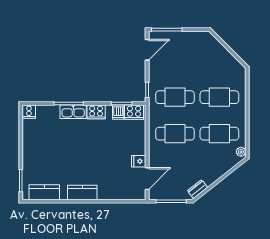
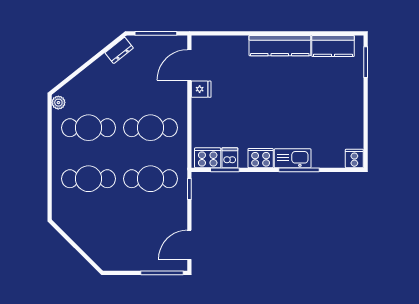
kitchen counter: (82, 192) -> (280, 46), width x1.50

